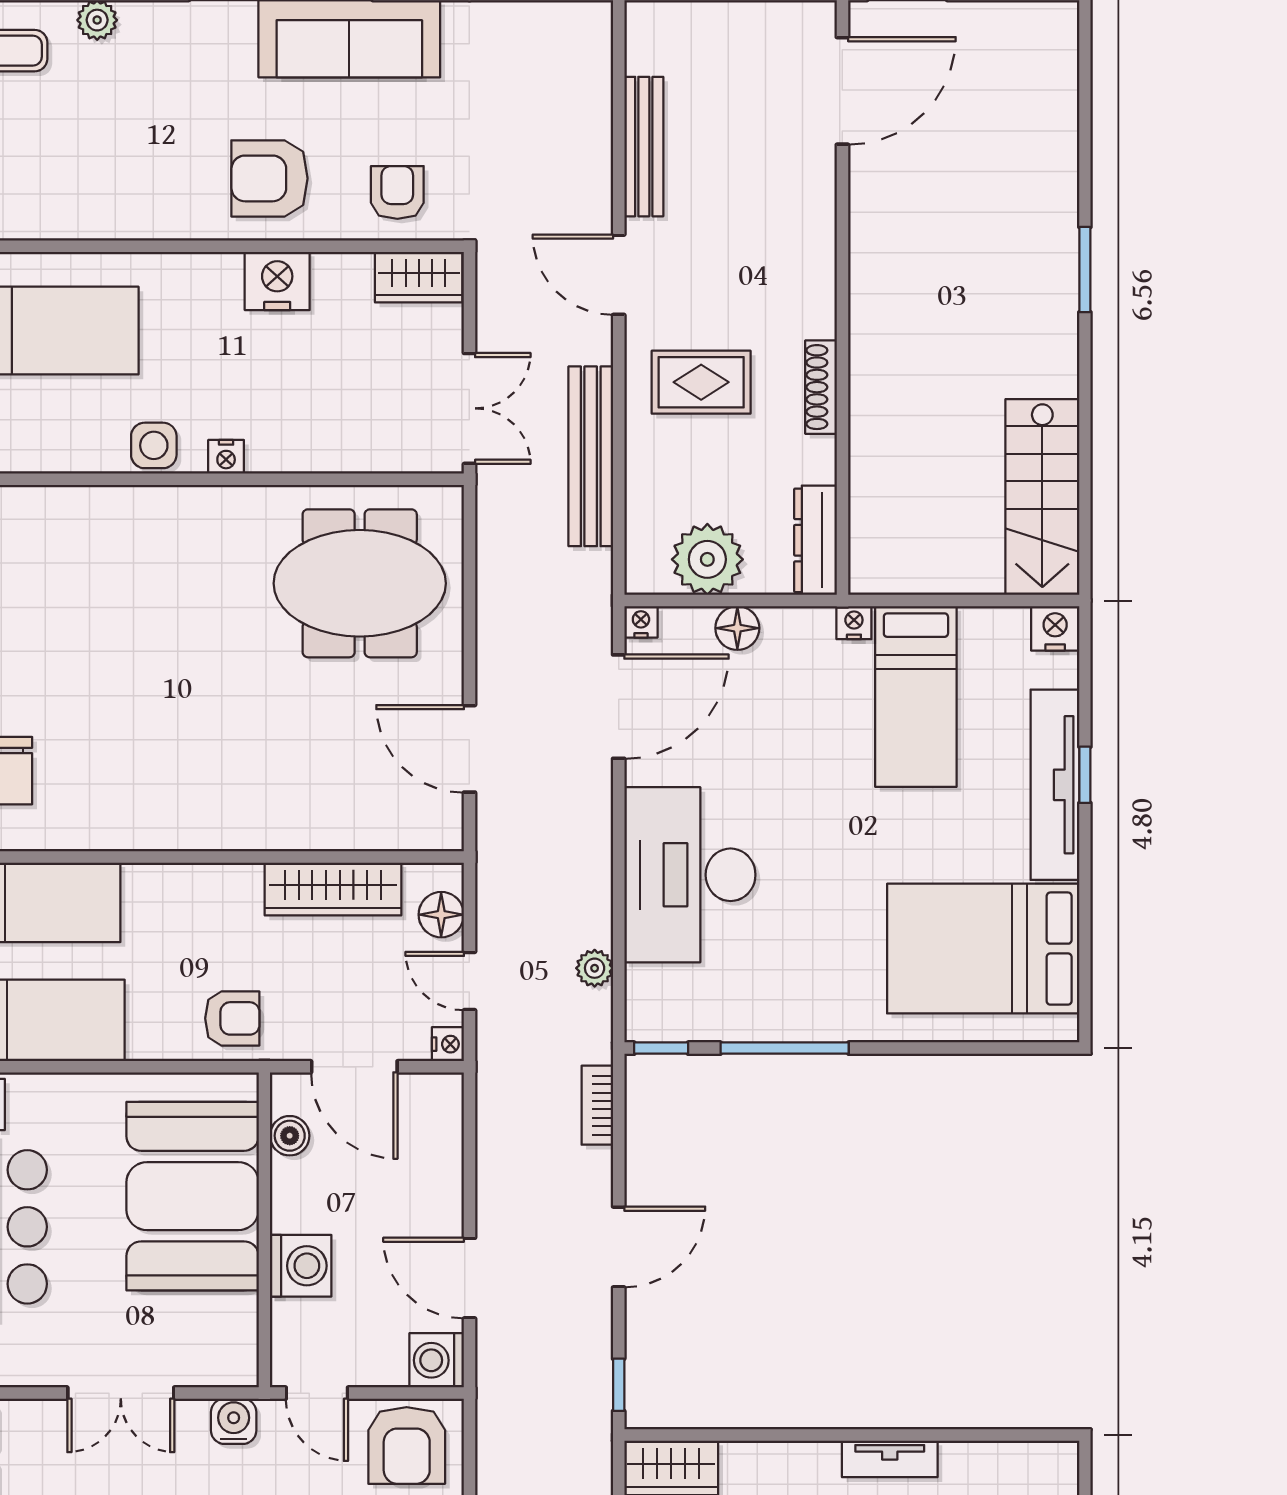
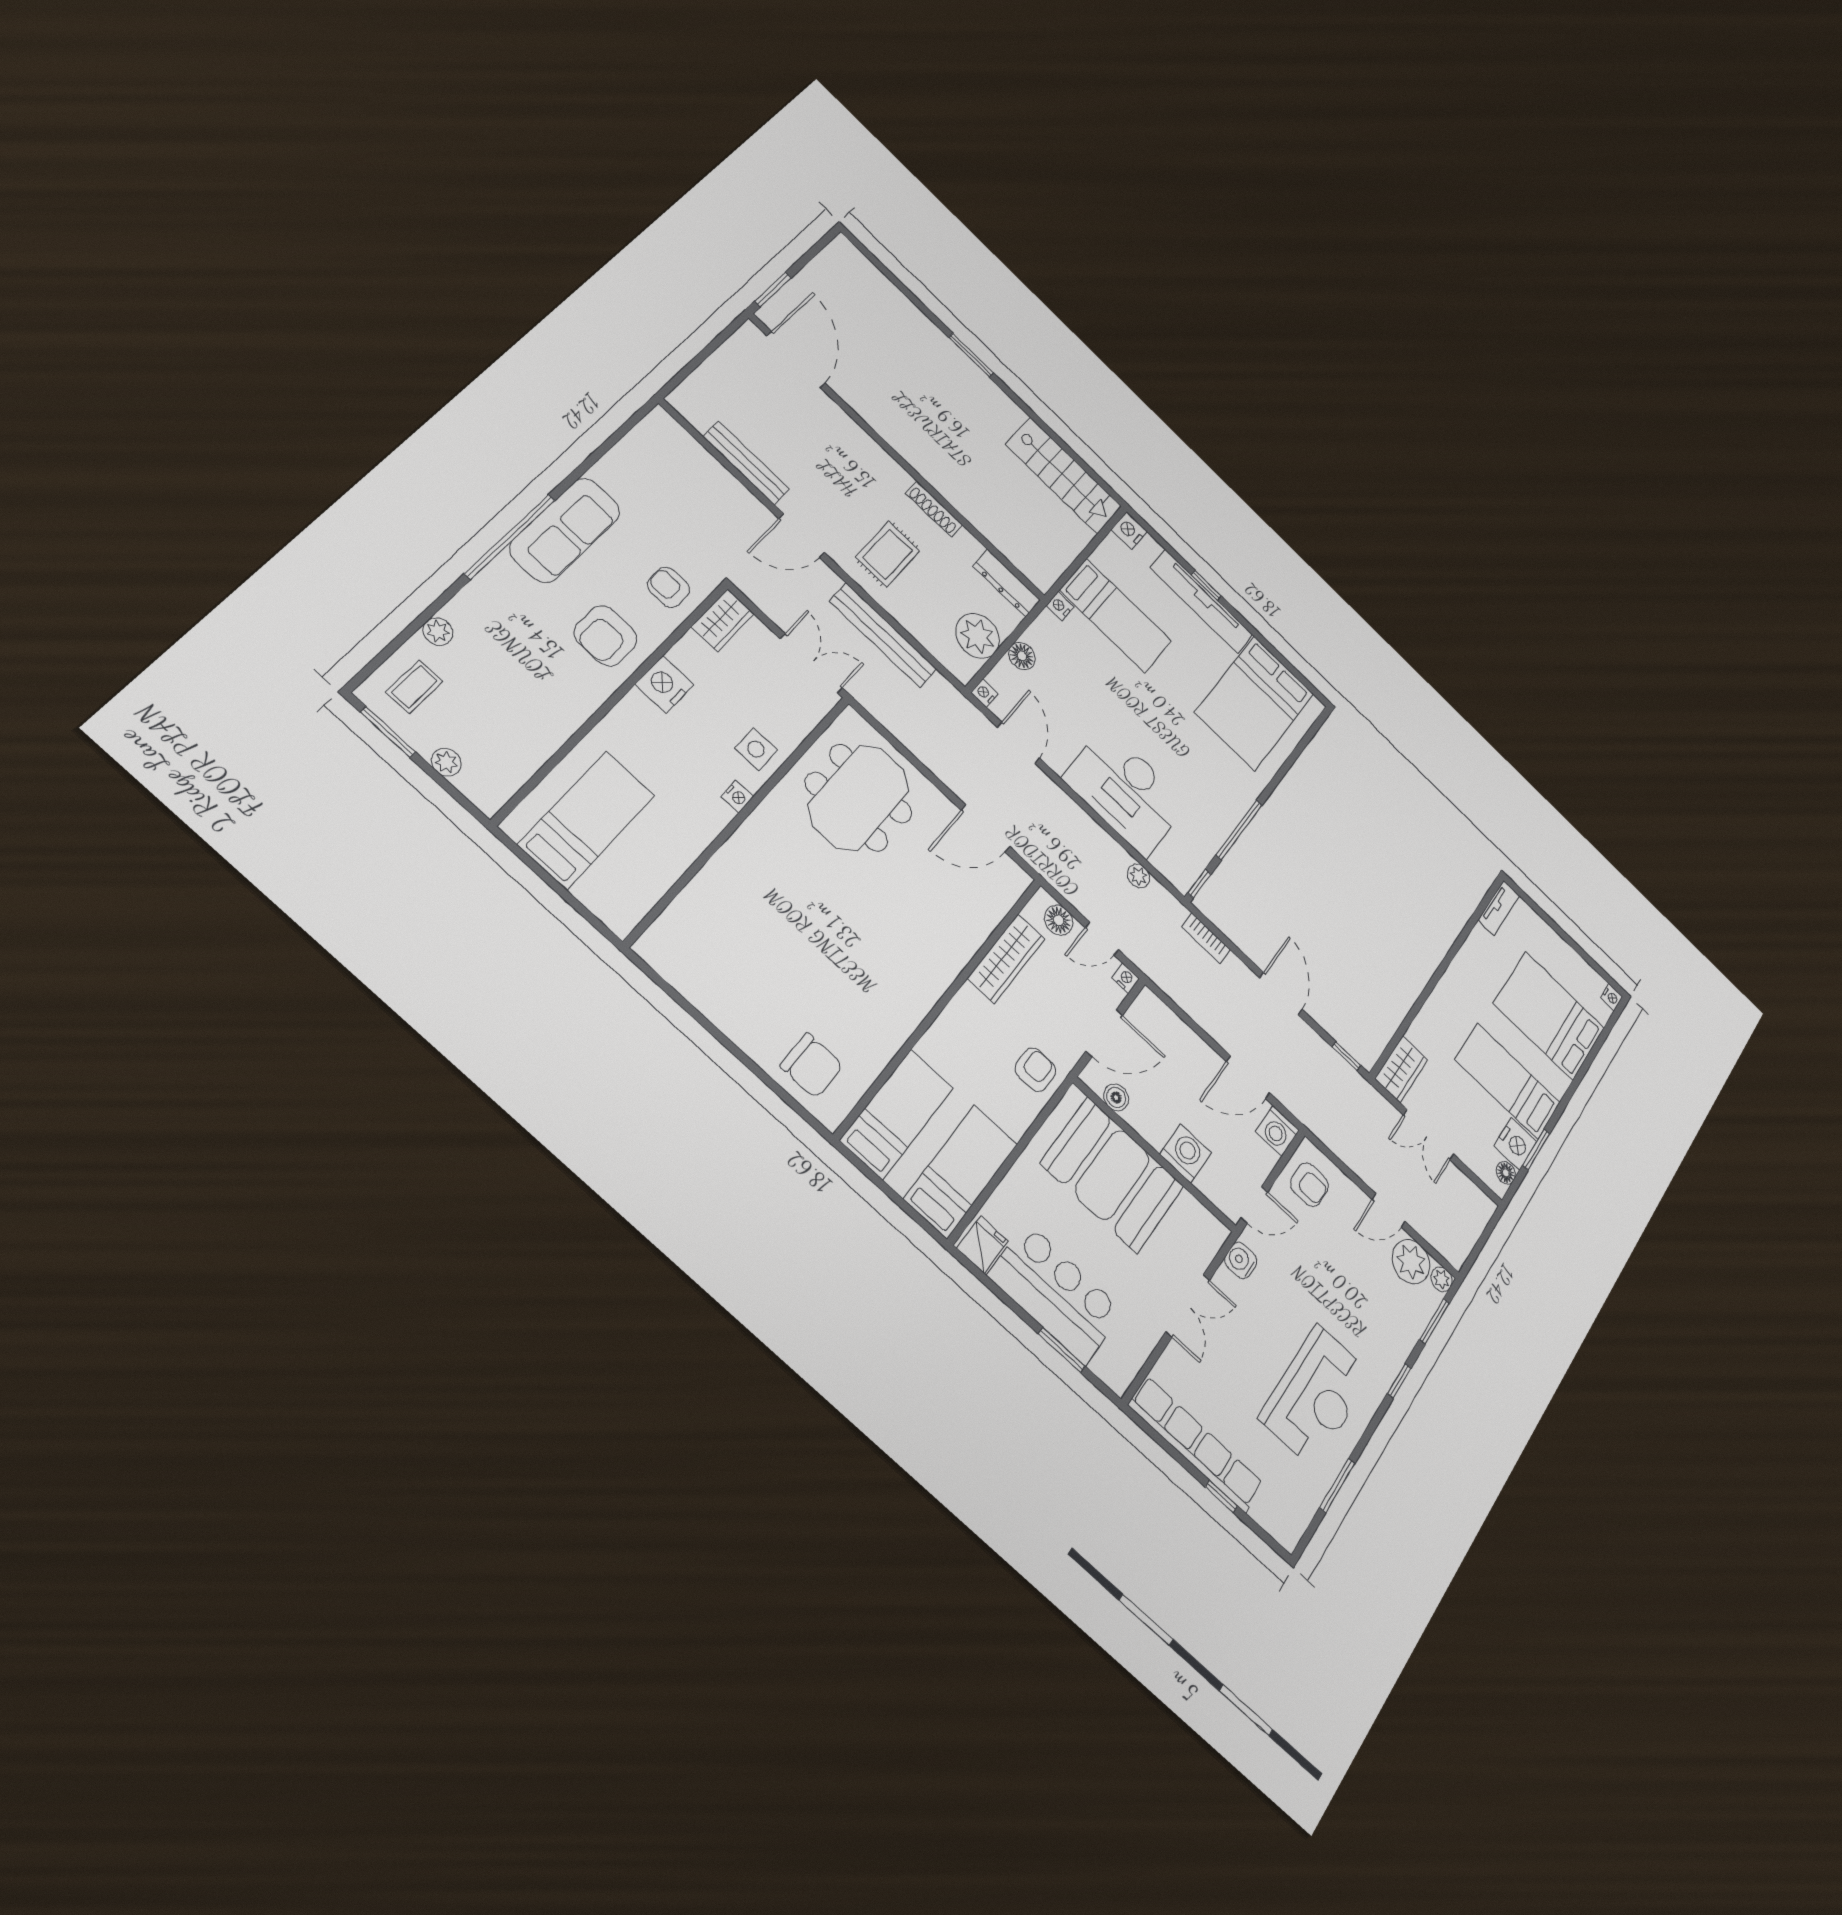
side table: (154, 445) -> (756, 749), moved
door: (619, 707) -> (1018, 743), width x0.73
armchair: (407, 1445) -> (1309, 1185), width x0.72, depth x0.72
tv unit: (890, 1459) -> (1499, 908), moved

